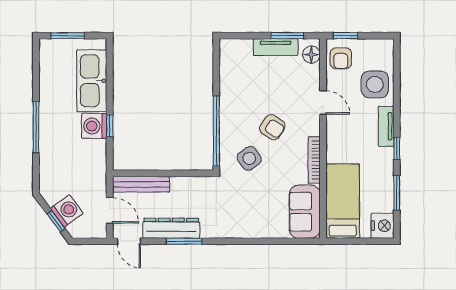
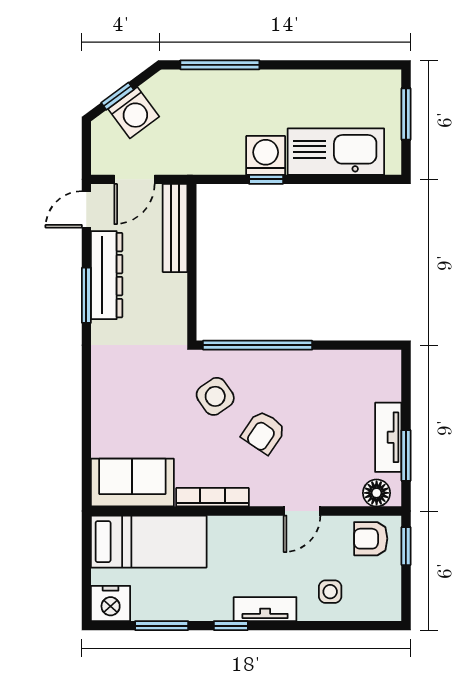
side table: (375, 84) -> (330, 592), width x0.54, depth x0.54
window: (36, 127) -> (220, 65), moved

